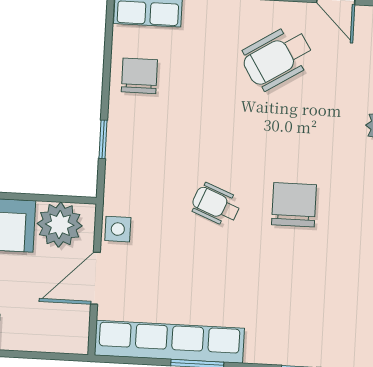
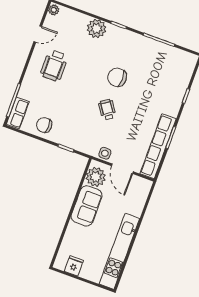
wheelchair: (277, 58) -> (54, 66), turned 32
wheelchair: (216, 205) -> (107, 110), turned 124

